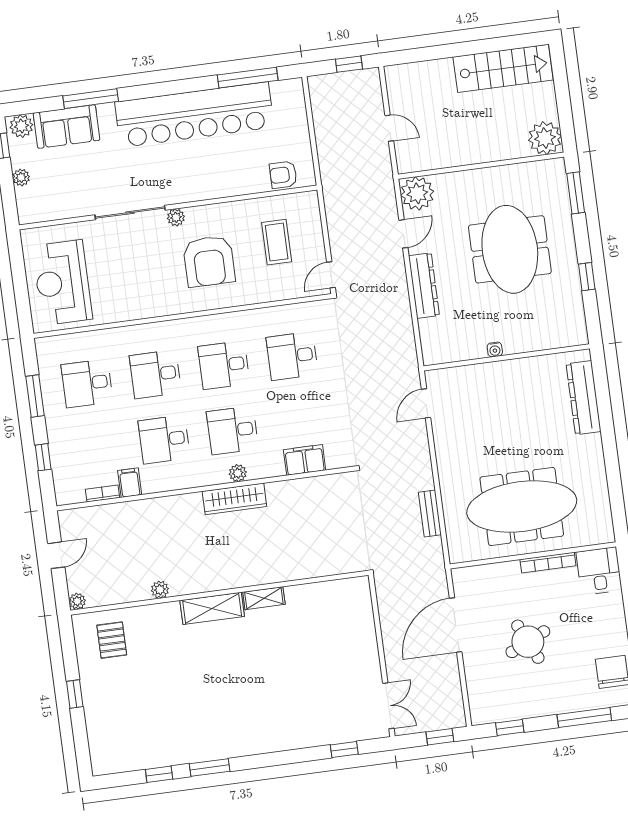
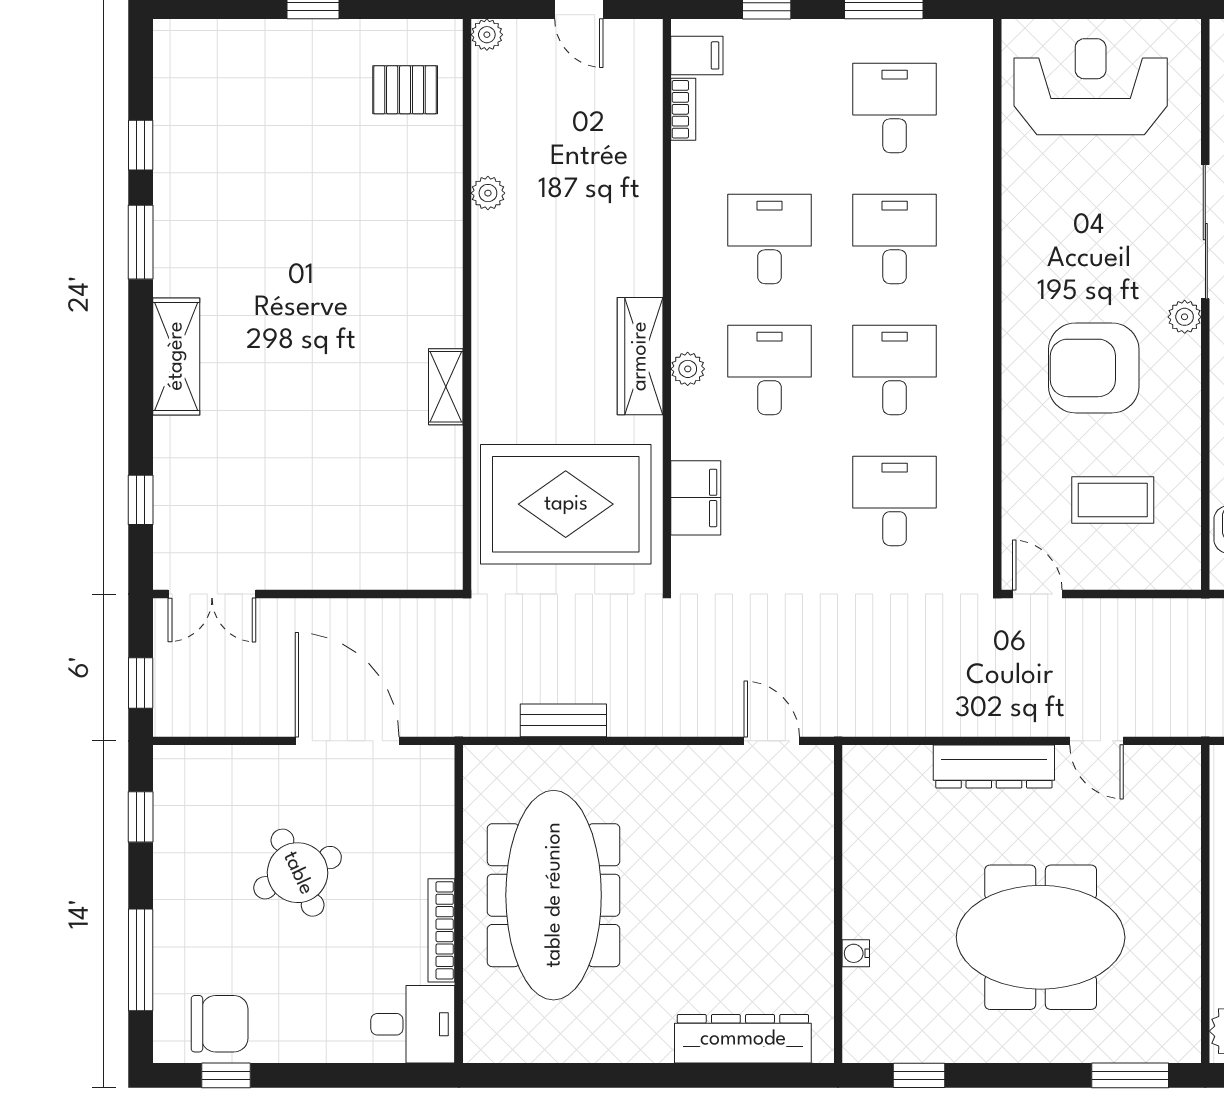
plant: (417, 193) -> (1169, 777), removed
window: (587, 277) -> (919, 1075), moved
water cooler: (495, 349) -> (856, 953), moved
filing cabinet: (130, 483) -> (697, 55), moved
rug: (317, 527) -> (566, 504), added
shelving: (212, 608) -> (176, 356), moved

